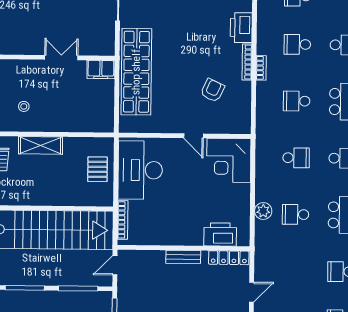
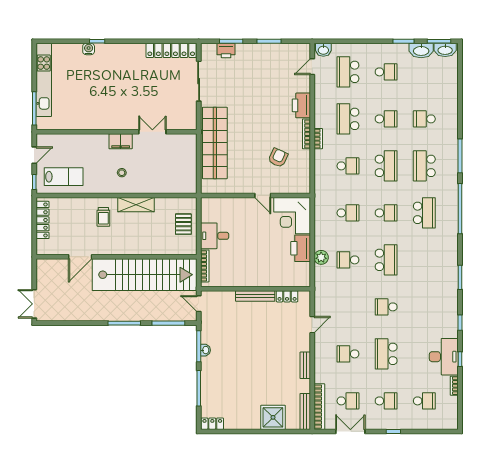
school desk: (297, 44) -> (348, 119), width x1.85
filing cabinet: (101, 69) -> (121, 141), moved
school desk: (297, 101) -> (348, 166), turned 180
desk: (140, 170) -> (215, 236), width x0.53, depth x0.77
printer: (220, 234) -> (301, 248), moved, turned -90
bench: (183, 257) -> (255, 296), width x1.36
locker: (229, 258) -> (287, 296), width x0.66
door: (115, 265) -> (199, 304), hinge flipped

